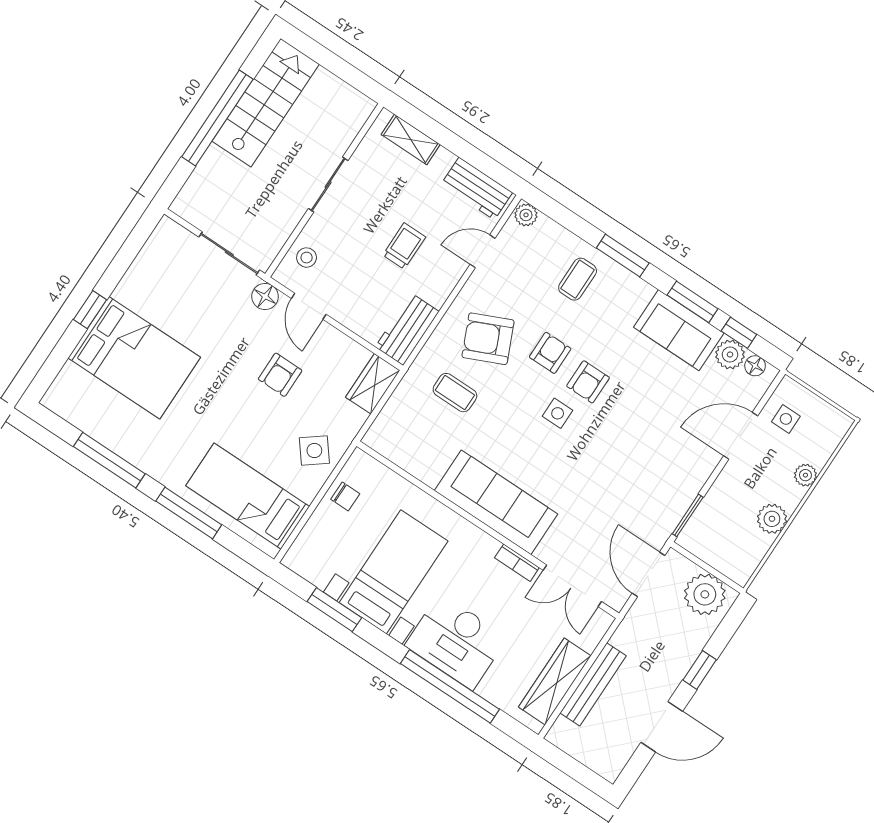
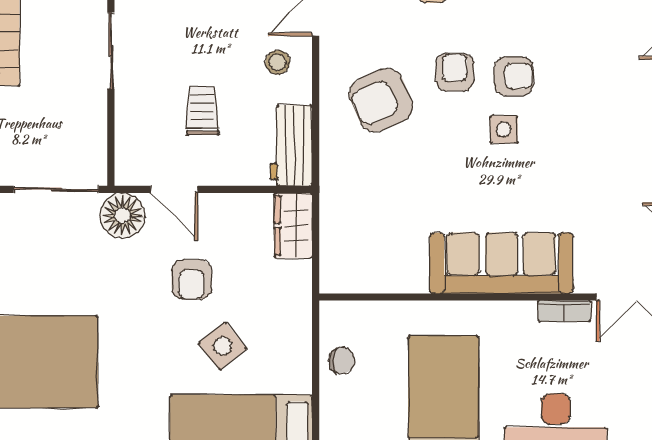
trolley: (404, 246) -> (202, 111), moved
stool: (307, 258) -> (278, 62), moved
floor lamp: (265, 296) -> (122, 215), width x1.38, depth x1.38
armchair: (588, 382) -> (514, 76), turned -90
coffee table: (455, 393) -> (384, 178), removed
side table: (314, 451) -> (222, 346), moved

